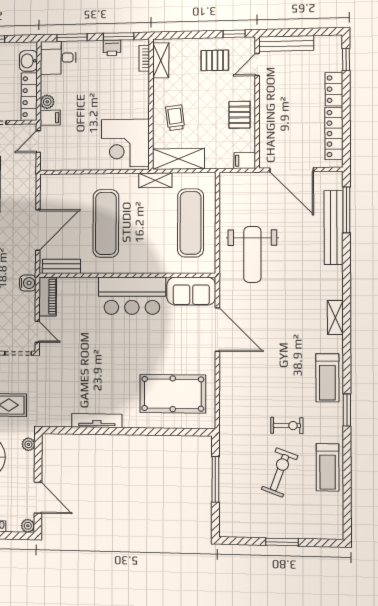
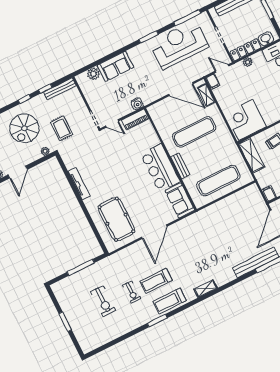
filing cabinet: (50, 118) -> (213, 82), moved
shelving: (155, 180) -> (206, 95), moved
door: (38, 230) -> (181, 89), moved
weight bench: (252, 254) -> (218, 225), removed
bench: (61, 266) -> (180, 166), moved
door: (217, 329) -> (154, 232), moved
door: (37, 332) -> (112, 124), hinge flipped
treadmill: (328, 467) -> (156, 281), moved
exercise bike: (280, 473) -> (103, 301), turned 70

